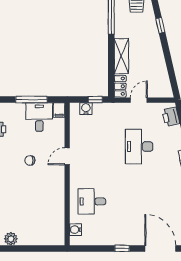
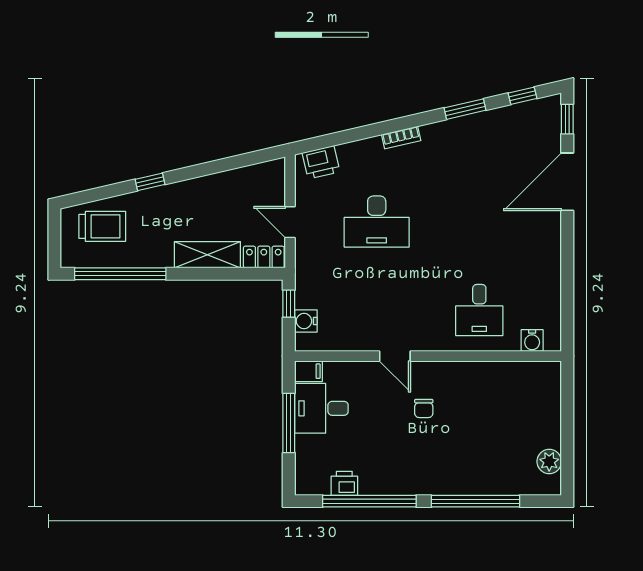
chair: (30, 160) -> (424, 408), moved
window: (122, 248) -> (567, 253), removed

